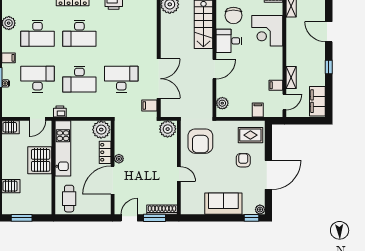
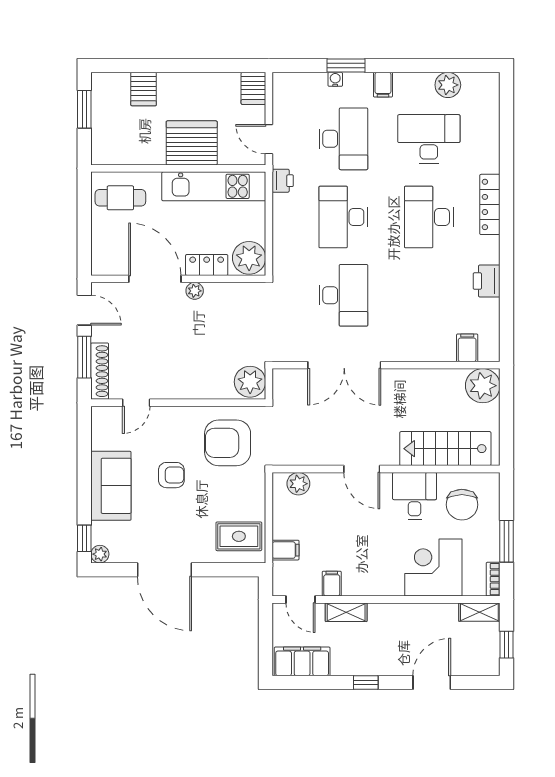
chair: (233, 15) -> (462, 505), turned -90
desk: (37, 33) -> (429, 139), turned 90
filing cabinet: (149, 105) -> (467, 348), moved
rug: (250, 135) -> (239, 536), turned 90
armchair: (243, 160) -> (171, 475), moved
door: (179, 174) -> (136, 403), moved

